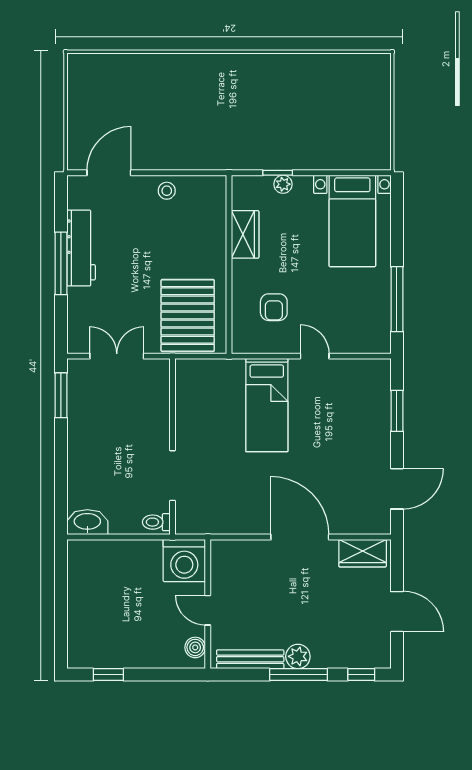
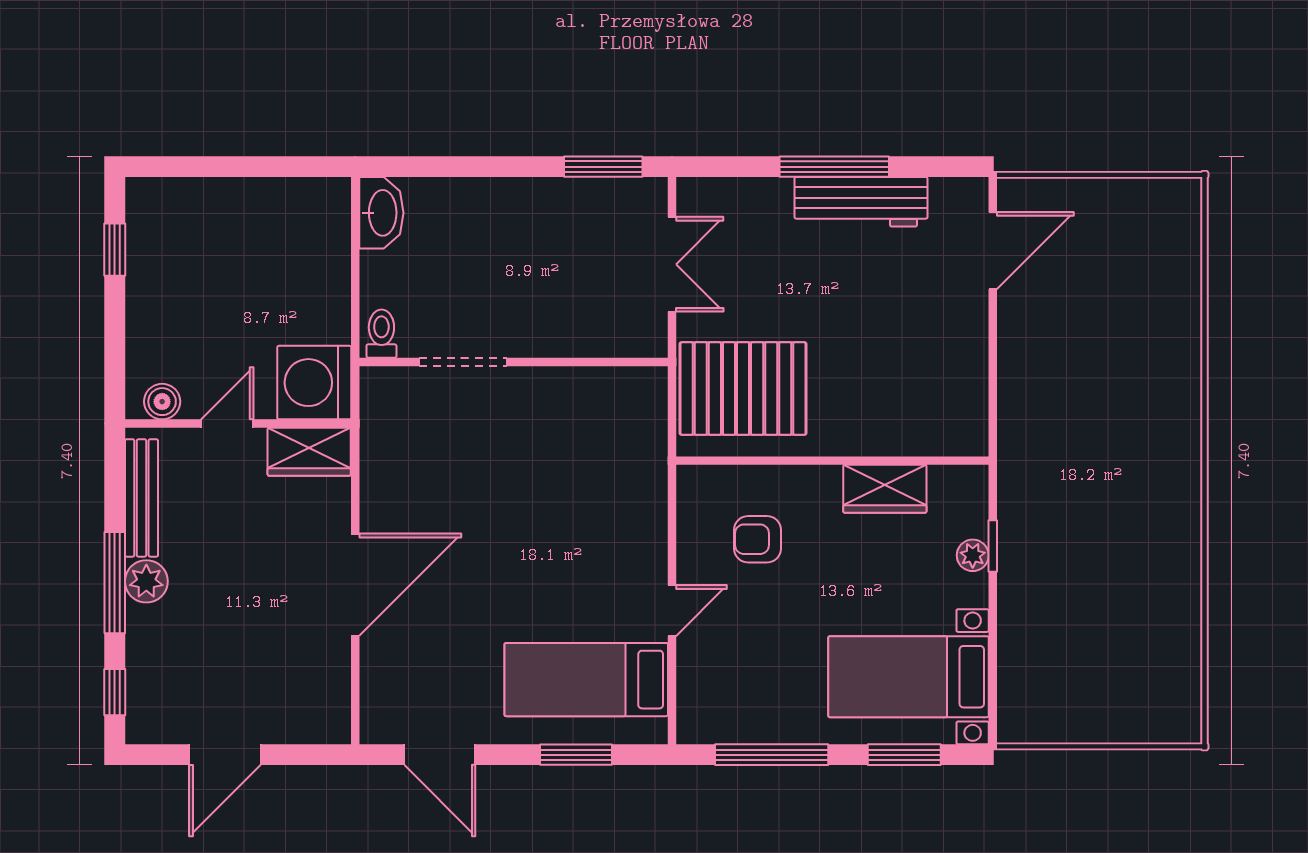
door: (109, 173) -> (993, 251), hinge flipped
stool: (167, 191) -> (961, 352), removed
window: (397, 223) -> (904, 755), added
bed: (267, 405) -> (586, 680), moved
wardrobe: (363, 553) -> (309, 452), moved, turned -90

